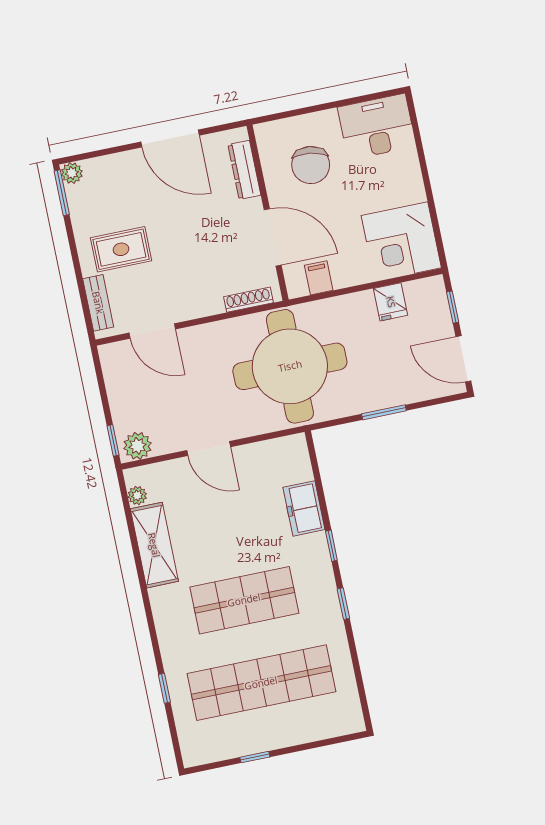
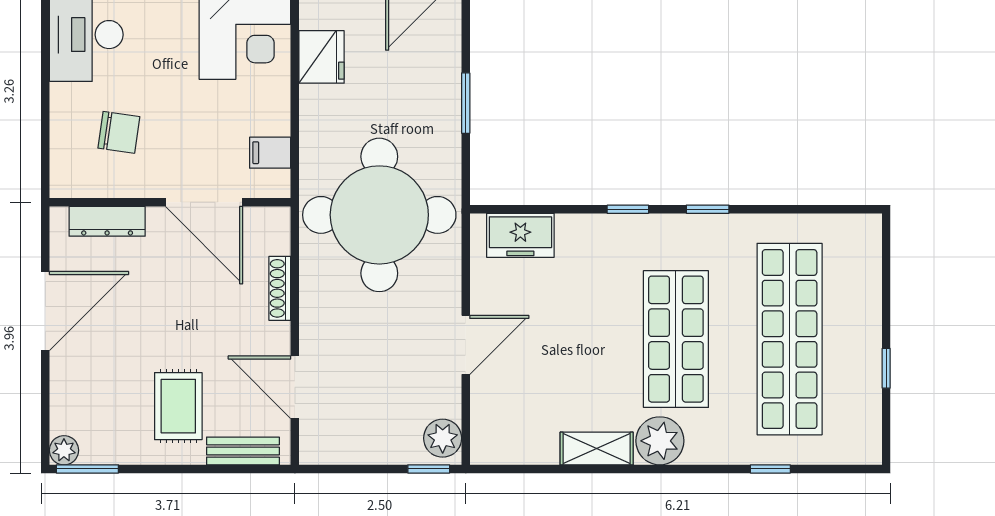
chair: (311, 165) -> (119, 132), width x0.73, depth x0.73
door: (273, 237) -> (204, 202), swing flipped
shoe rack: (248, 300) -> (280, 288), moved
fridge: (391, 302) -> (322, 57), width x1.38
door: (152, 331) -> (295, 387), swing flipped
plant: (137, 495) -> (660, 441), moved, width x1.88, depth x1.88
freezer: (304, 508) -> (520, 235), moved
shelving: (154, 545) -> (597, 448), width x0.67, depth x0.75

